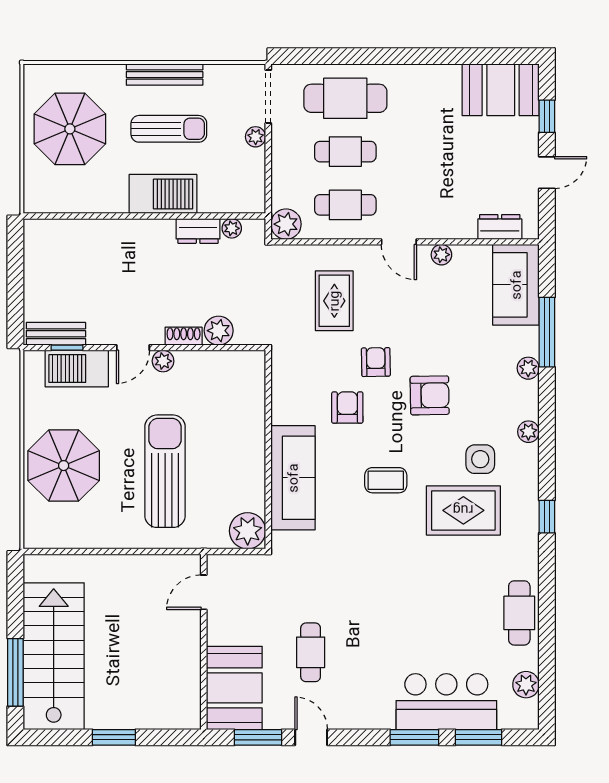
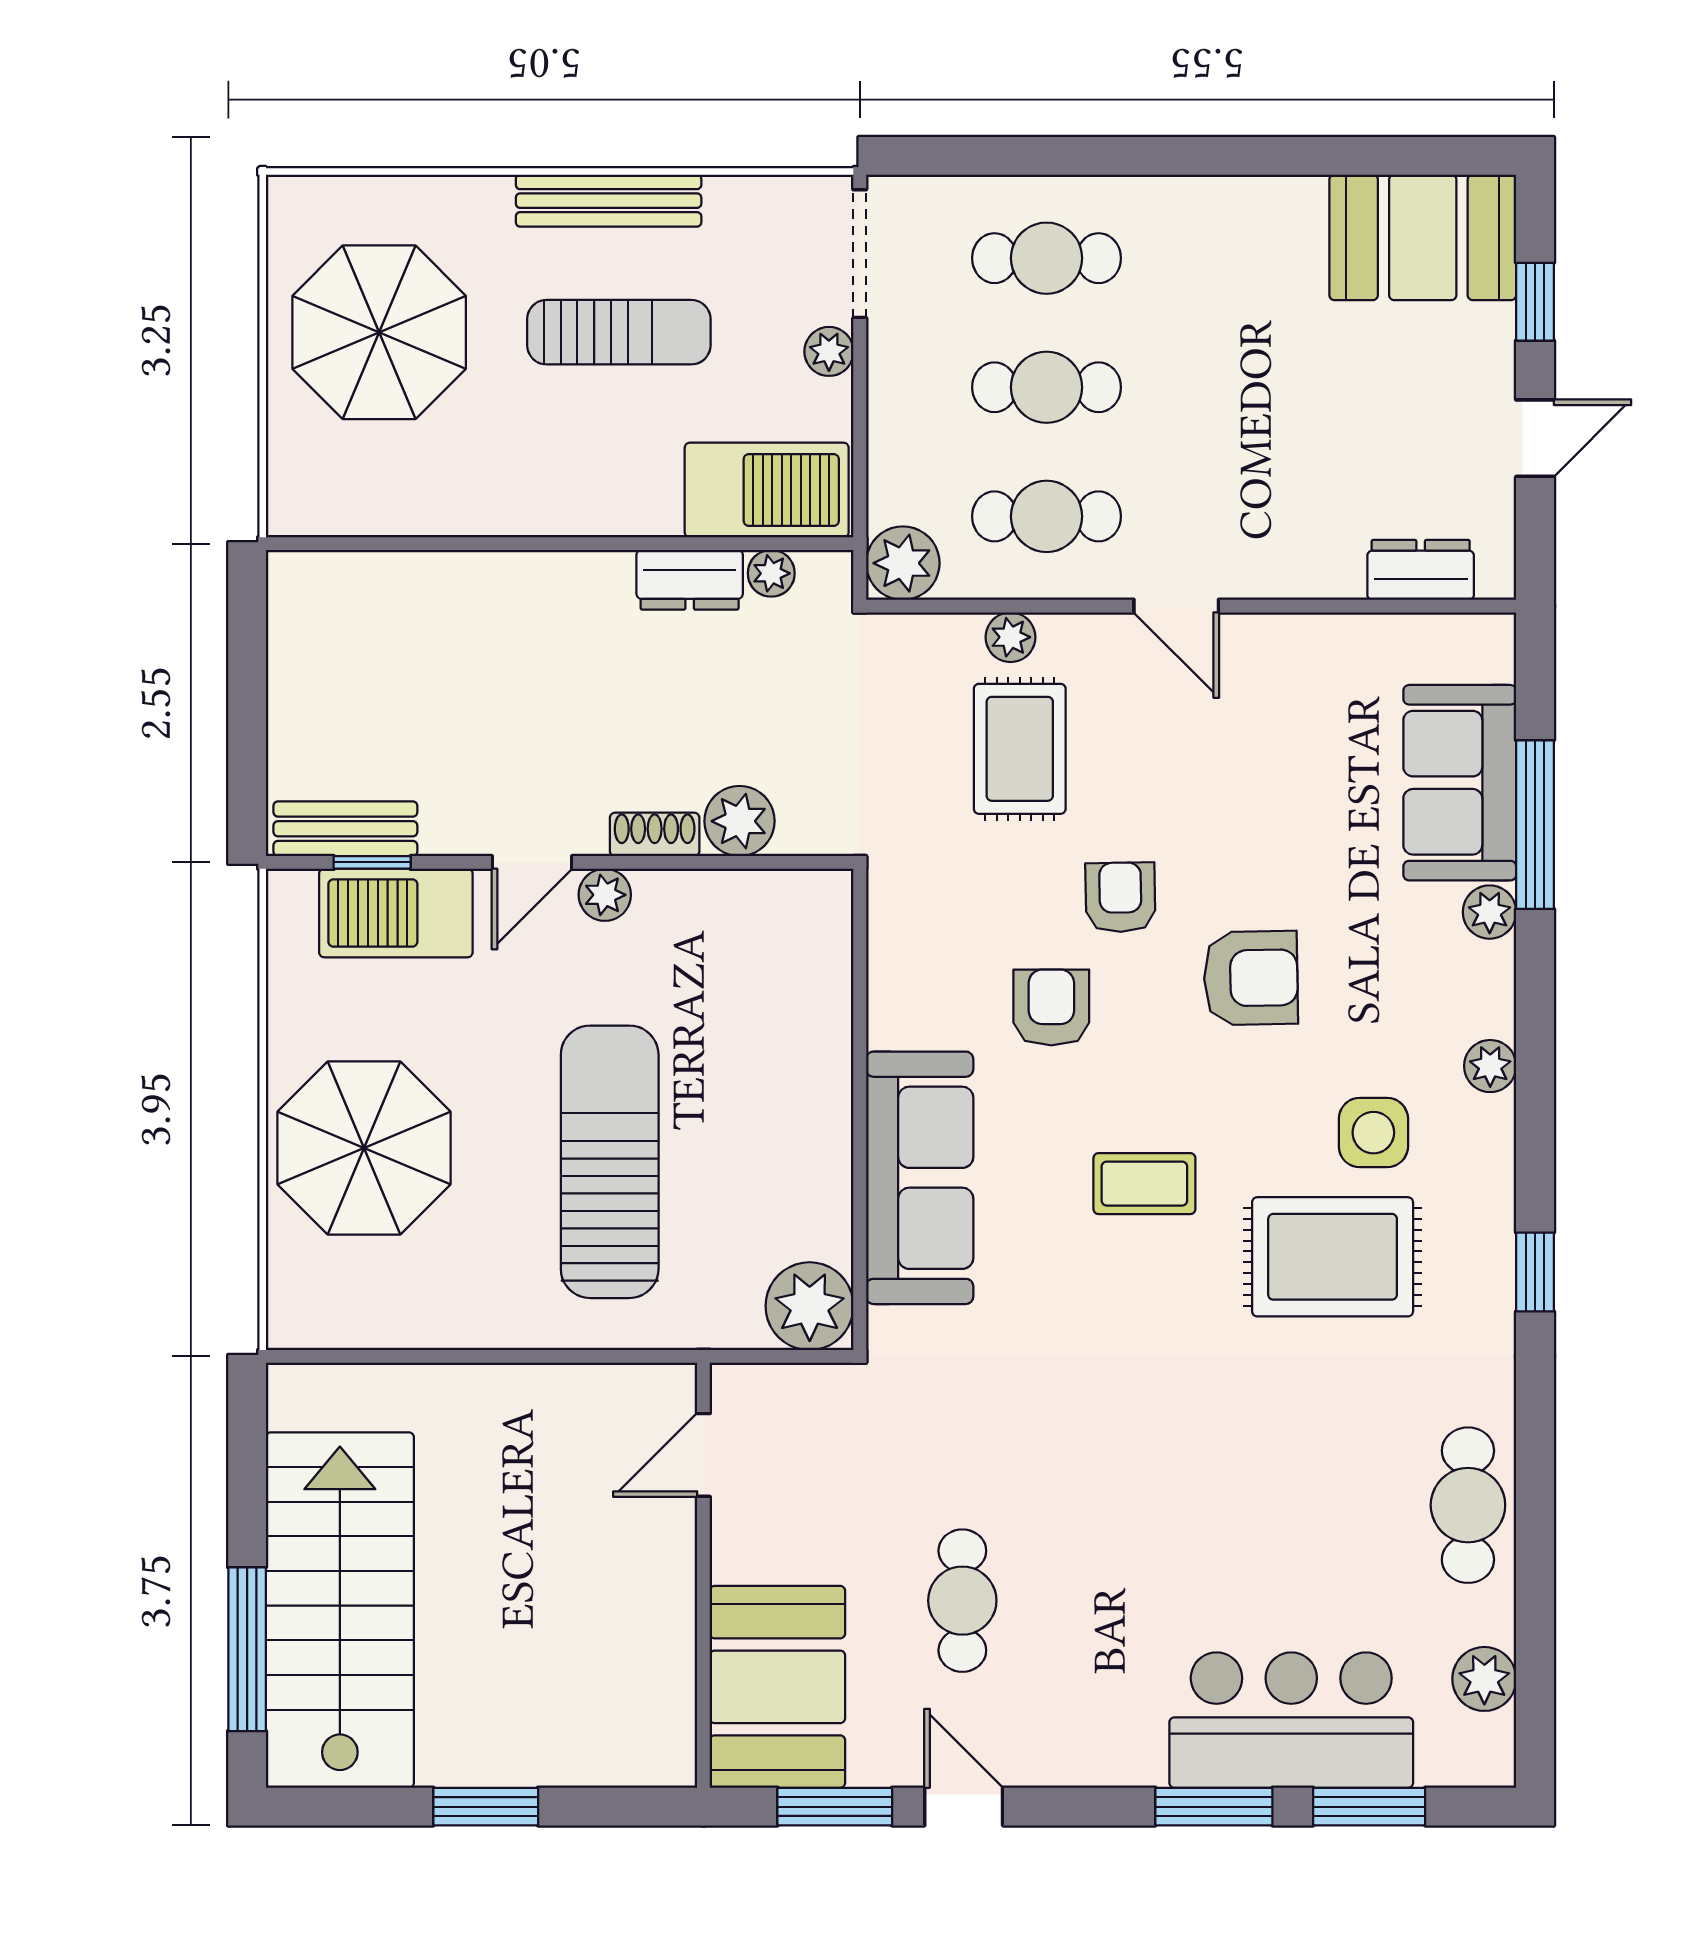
cafe table: (345, 98) -> (1047, 258), width x0.73, depth x0.74
barbecue: (163, 194) -> (767, 490), moved
plant: (441, 255) -> (1010, 637), moved
sofa: (516, 285) -> (1460, 783), moved

